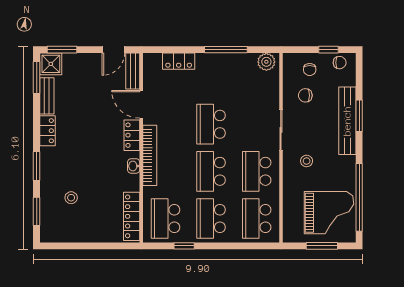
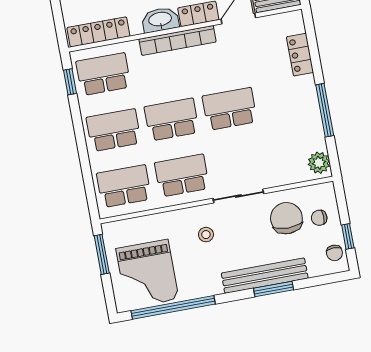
chair: (305, 95) -> (286, 218), width x1.87, depth x1.87
washbasin: (134, 166) -> (160, 20), width x1.91, depth x1.45
window: (184, 246) -> (70, 82), moved
window: (322, 246) -> (102, 254), moved

